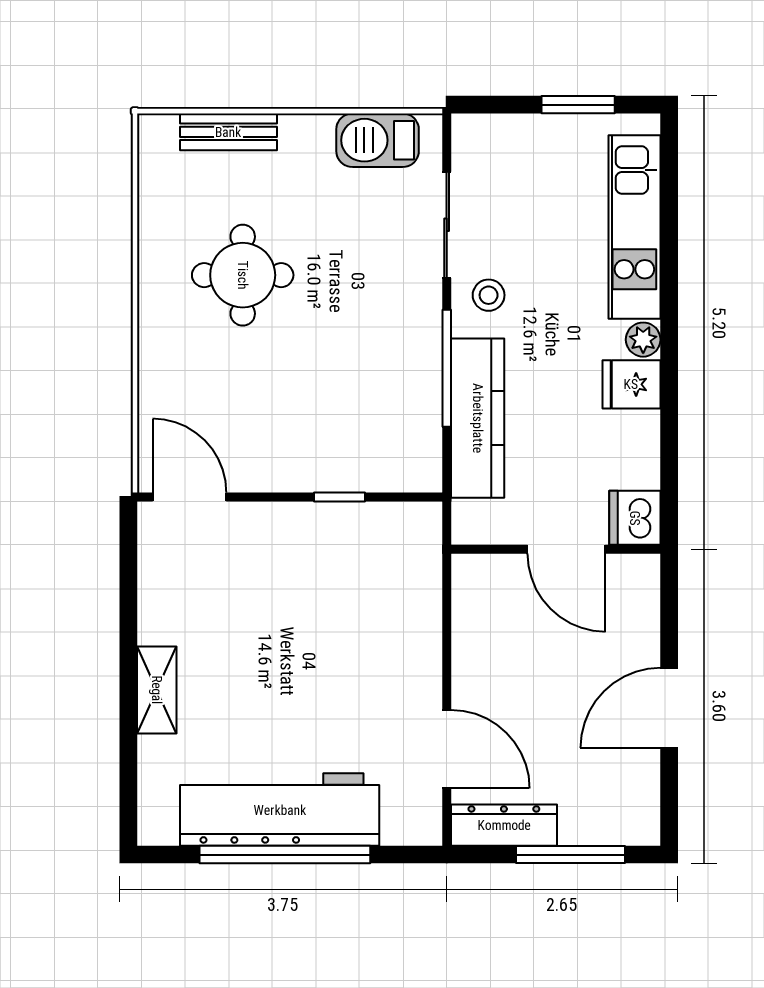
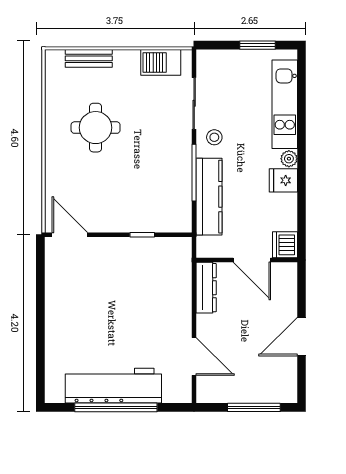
shelving: (157, 690) -> (54, 328), removed
dresser: (504, 825) -> (206, 288), moved, turned 90

